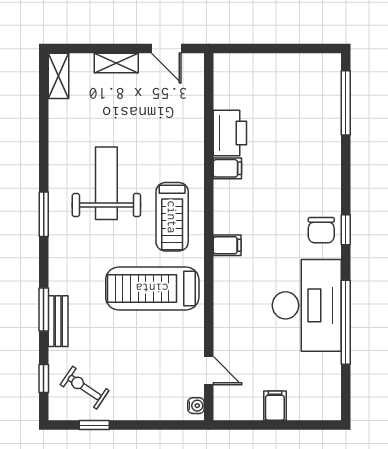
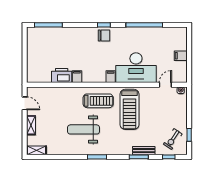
door: (166, 49) -> (25, 103), hinge flipped
desk: (307, 305) -> (136, 68), moved, turned 180

